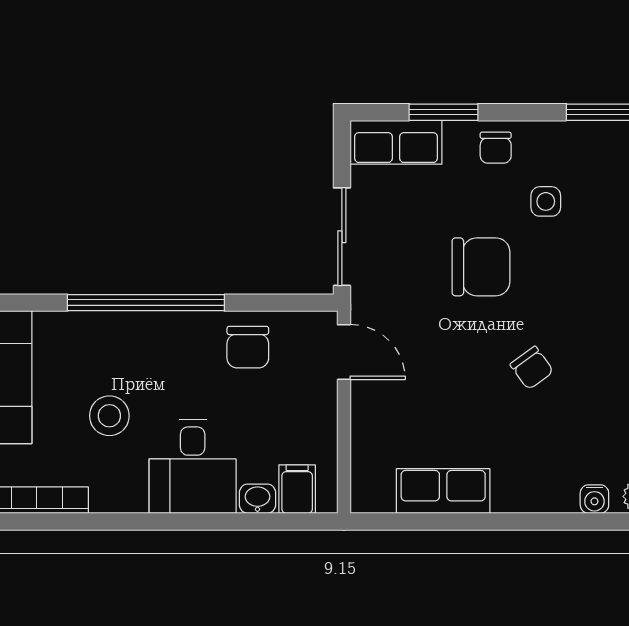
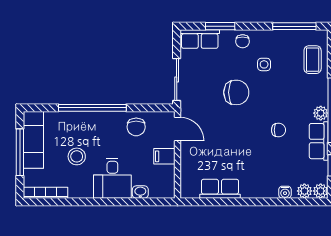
chair: (532, 368) -> (278, 130), moved, turned -54
filing cabinet: (297, 489) -> (164, 156), moved, turned -90

